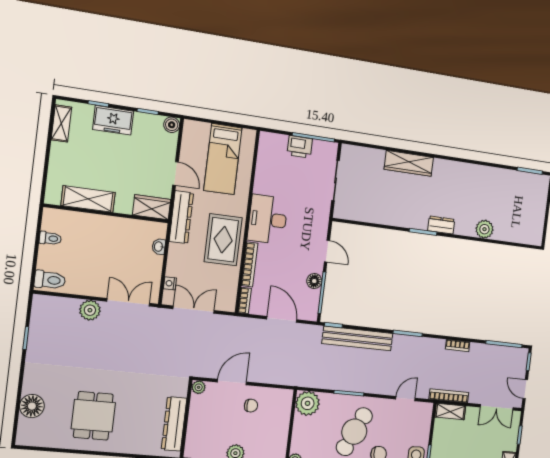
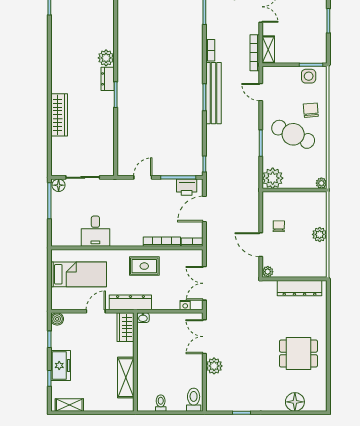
printer: (300, 147) -> (187, 187), moved, turned 90
desk: (268, 219) -> (95, 231), moved, width x0.73
plant: (484, 229) -> (106, 58), moved
rug: (223, 240) -> (144, 266), width x0.73, depth x0.70
washbasin: (159, 247) -> (143, 318), moved
floor lamp: (314, 281) -> (59, 185), moved
bench: (357, 338) -> (213, 93), moved

